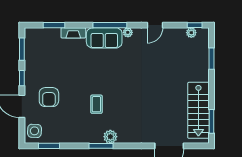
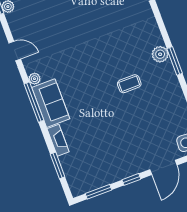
armchair: (49, 97) -> (141, 141), removed

